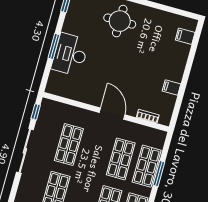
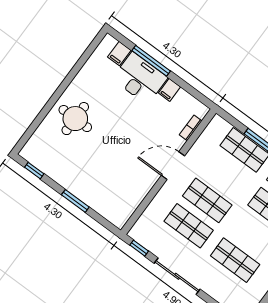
desk: (70, 54) -> (140, 78), moved, turned 180
window: (189, 64) -> (151, 61), added
shop shelf: (121, 159) -> (207, 200), moved

